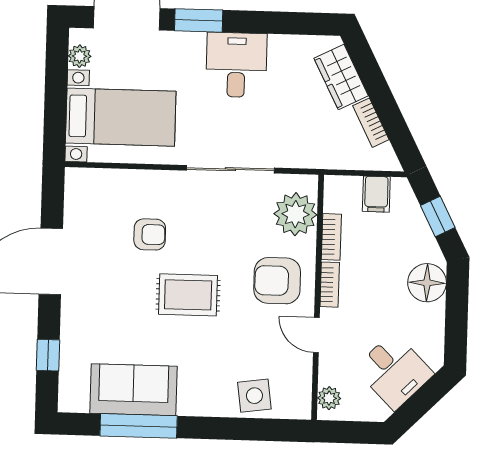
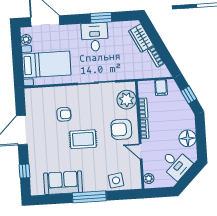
window: (199, 20) -> (101, 18), moved
floor lamp: (427, 283) -> (188, 138), moved
window: (139, 426) -> (89, 197), moved

